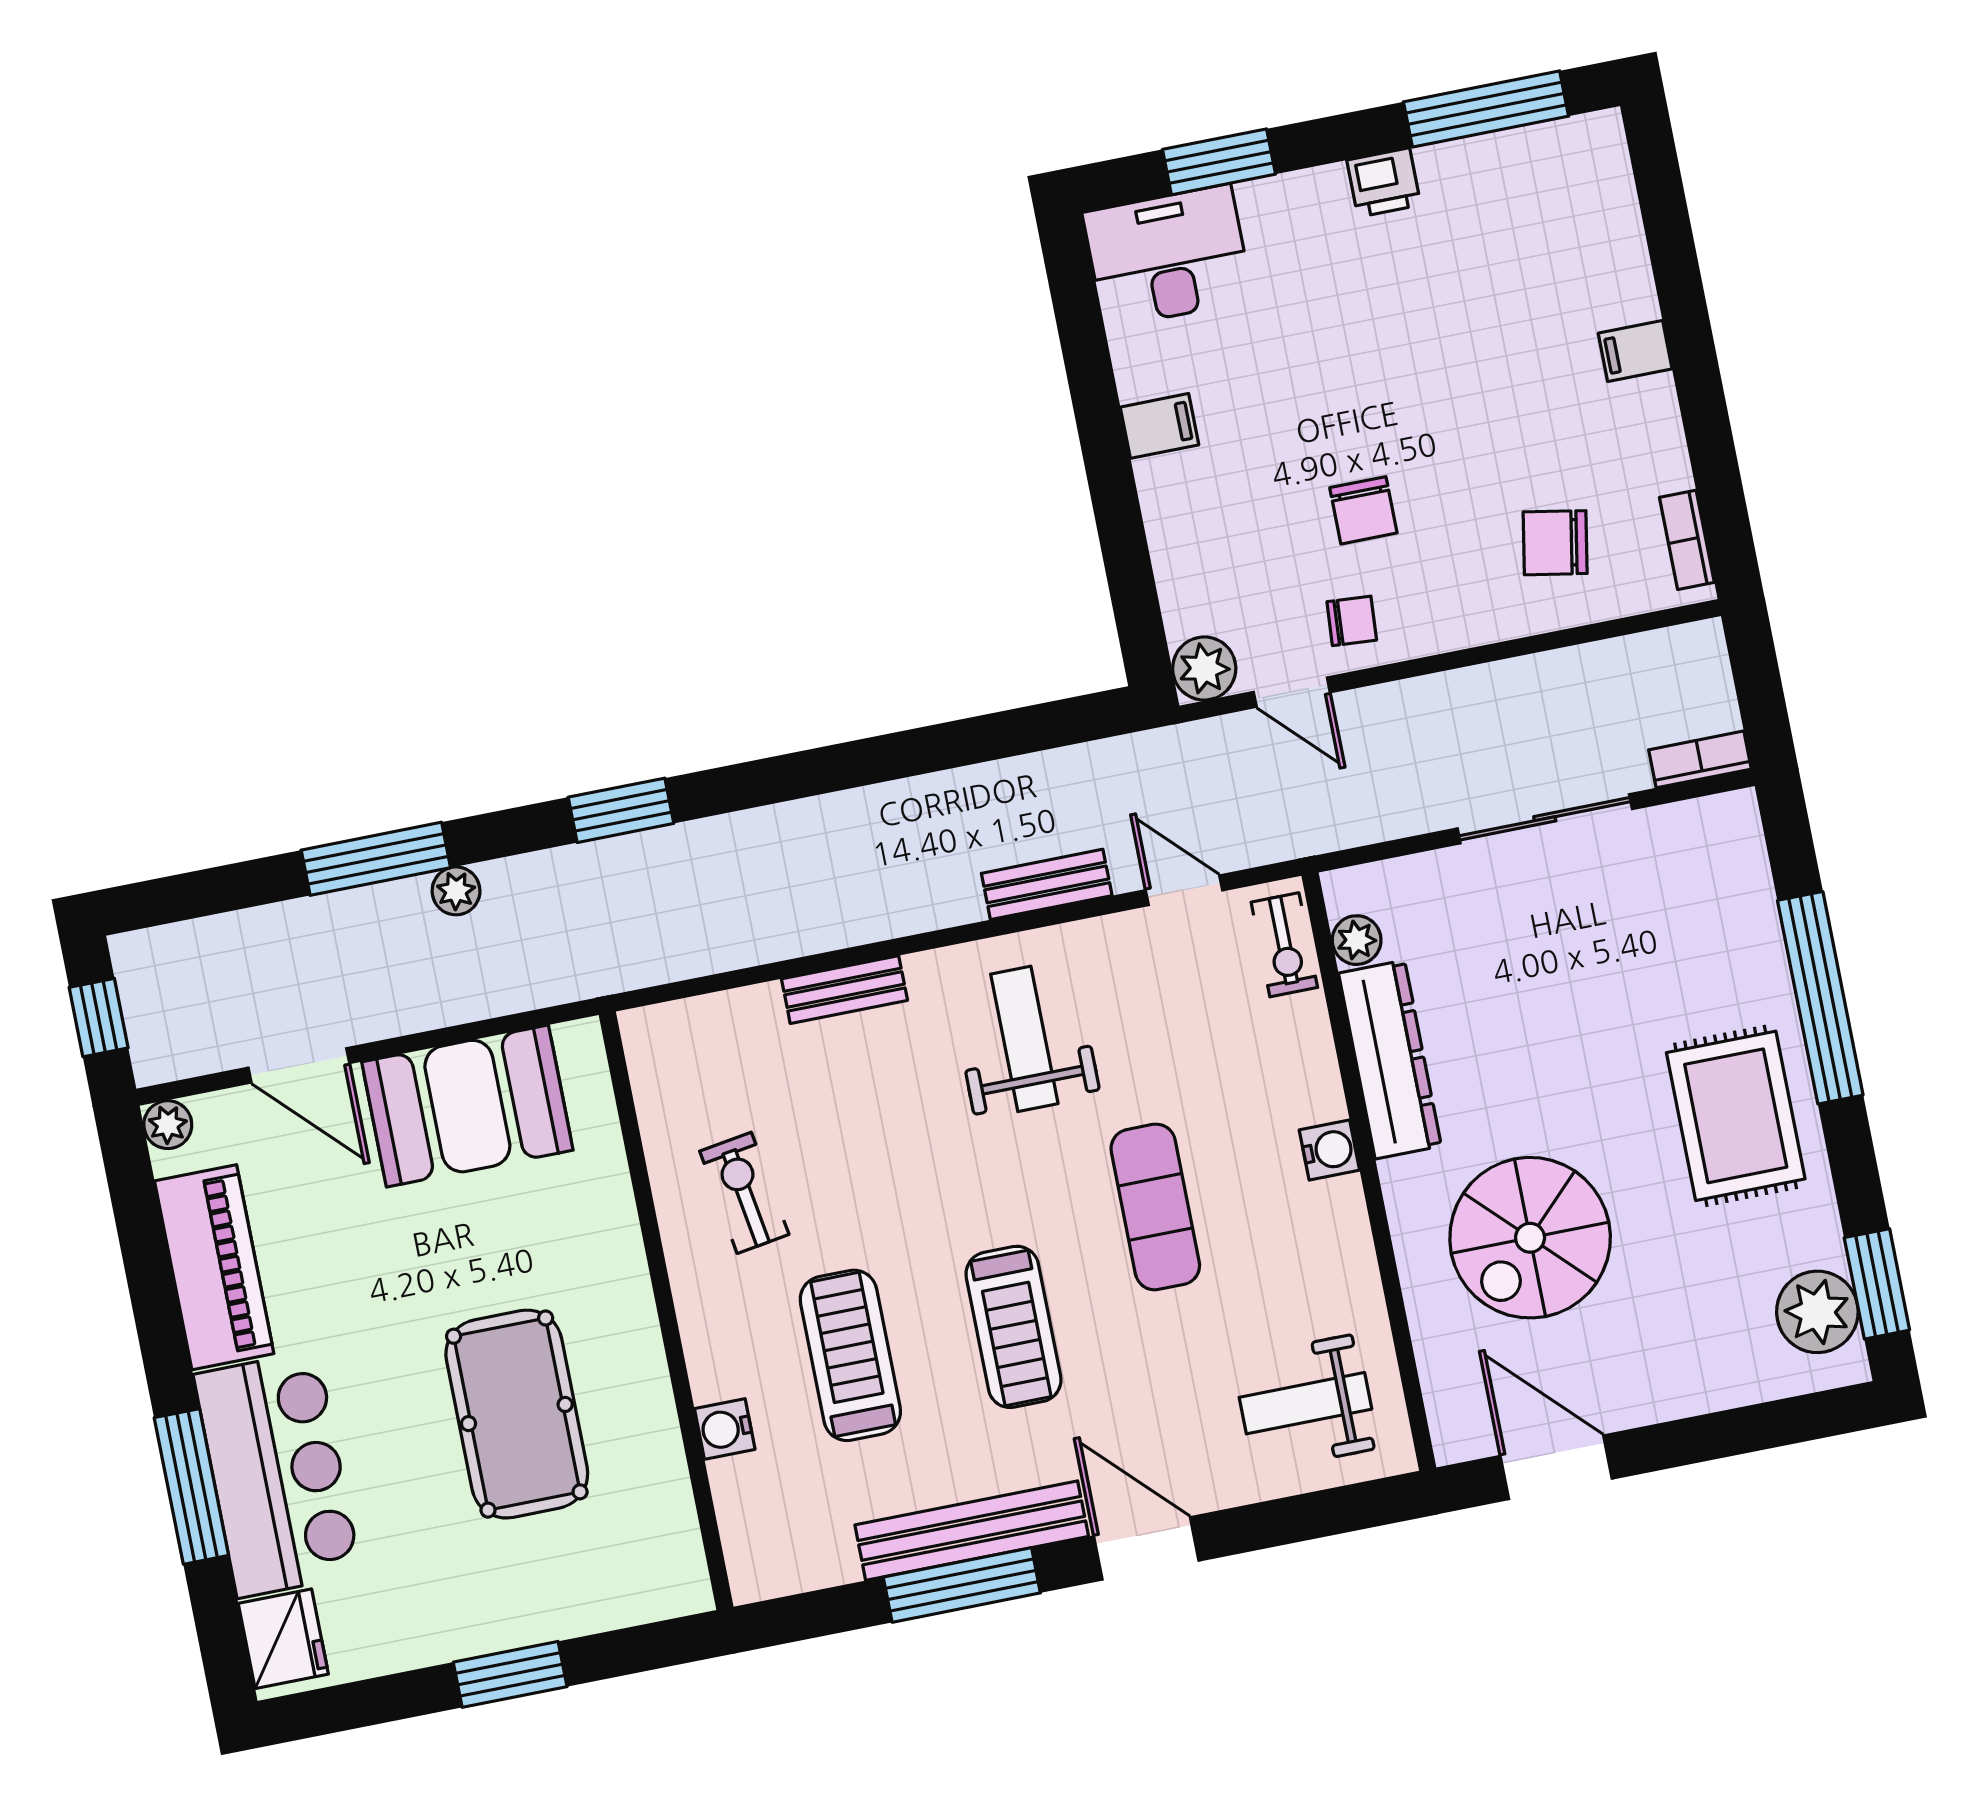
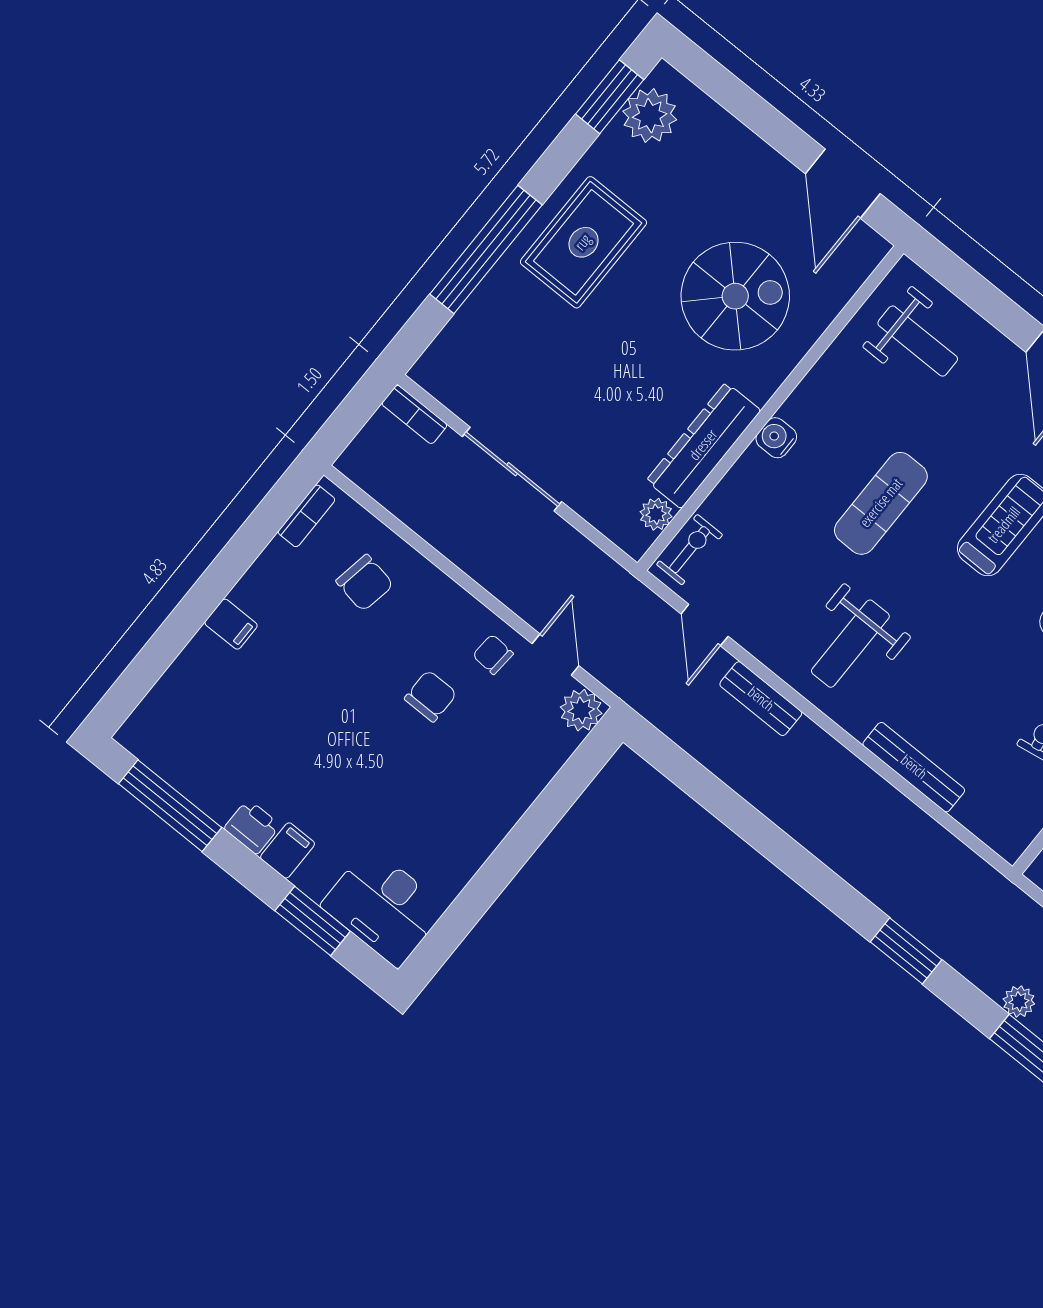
filing cabinet: (1160, 426) -> (288, 850), moved, turned 90
bench: (844, 990) -> (914, 767), width x1.36

